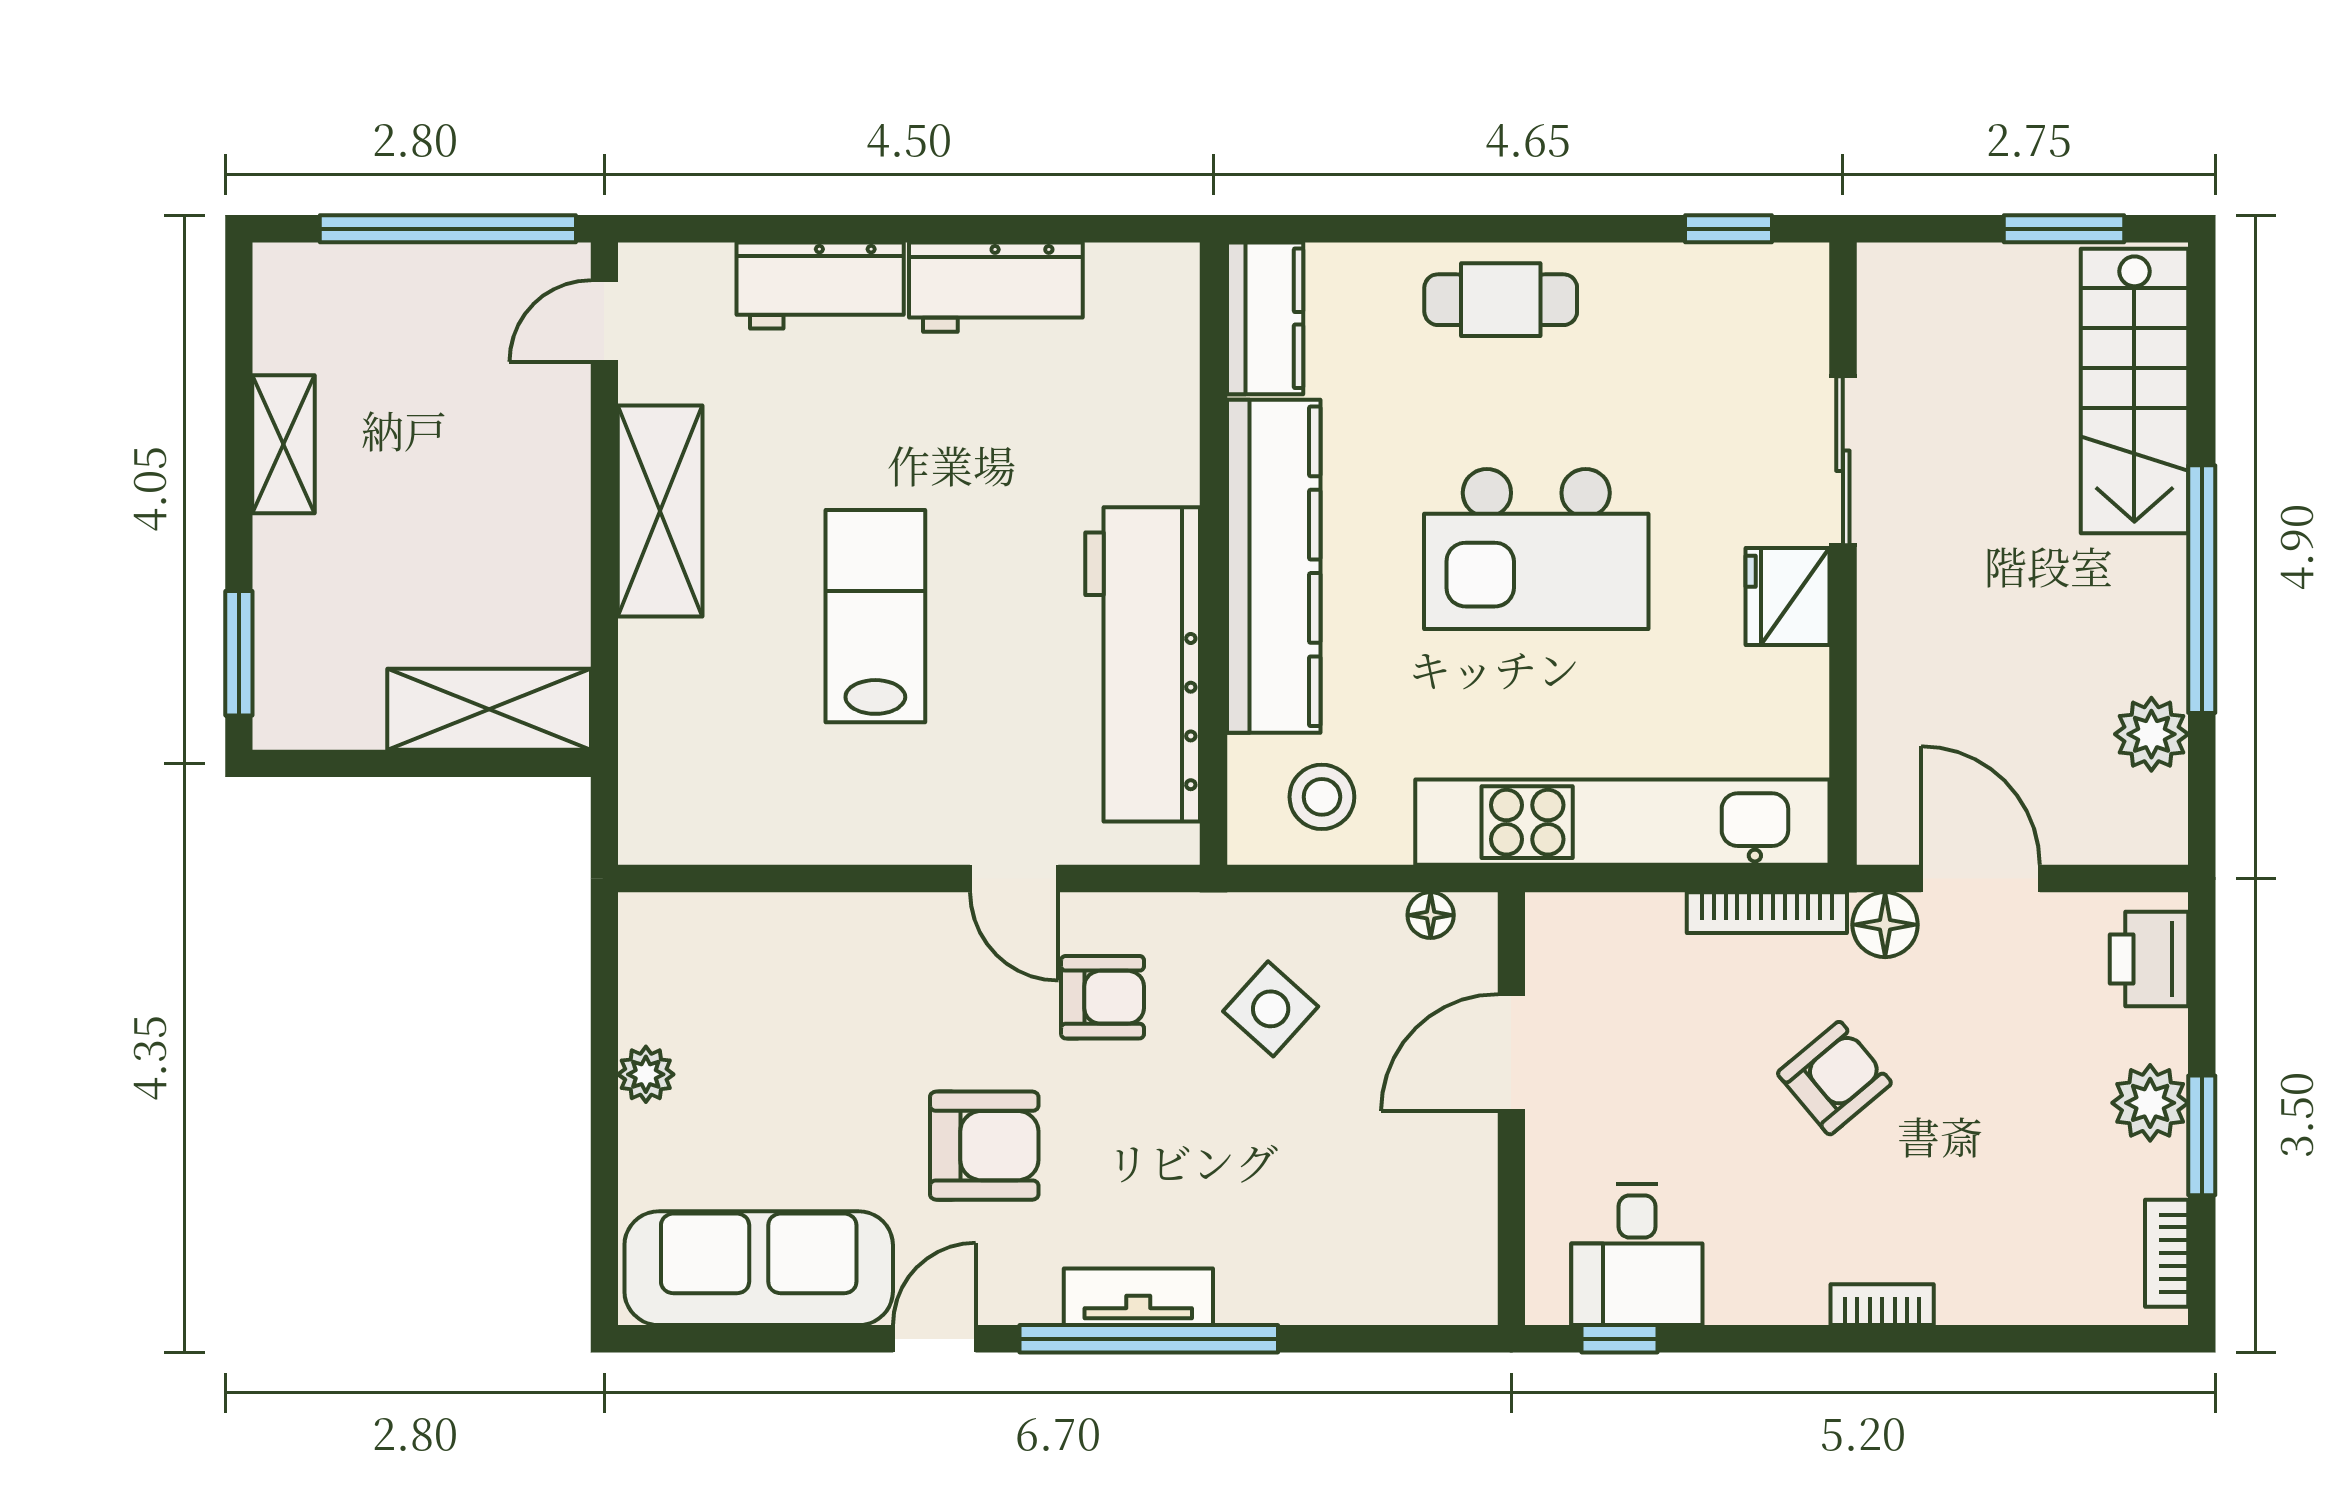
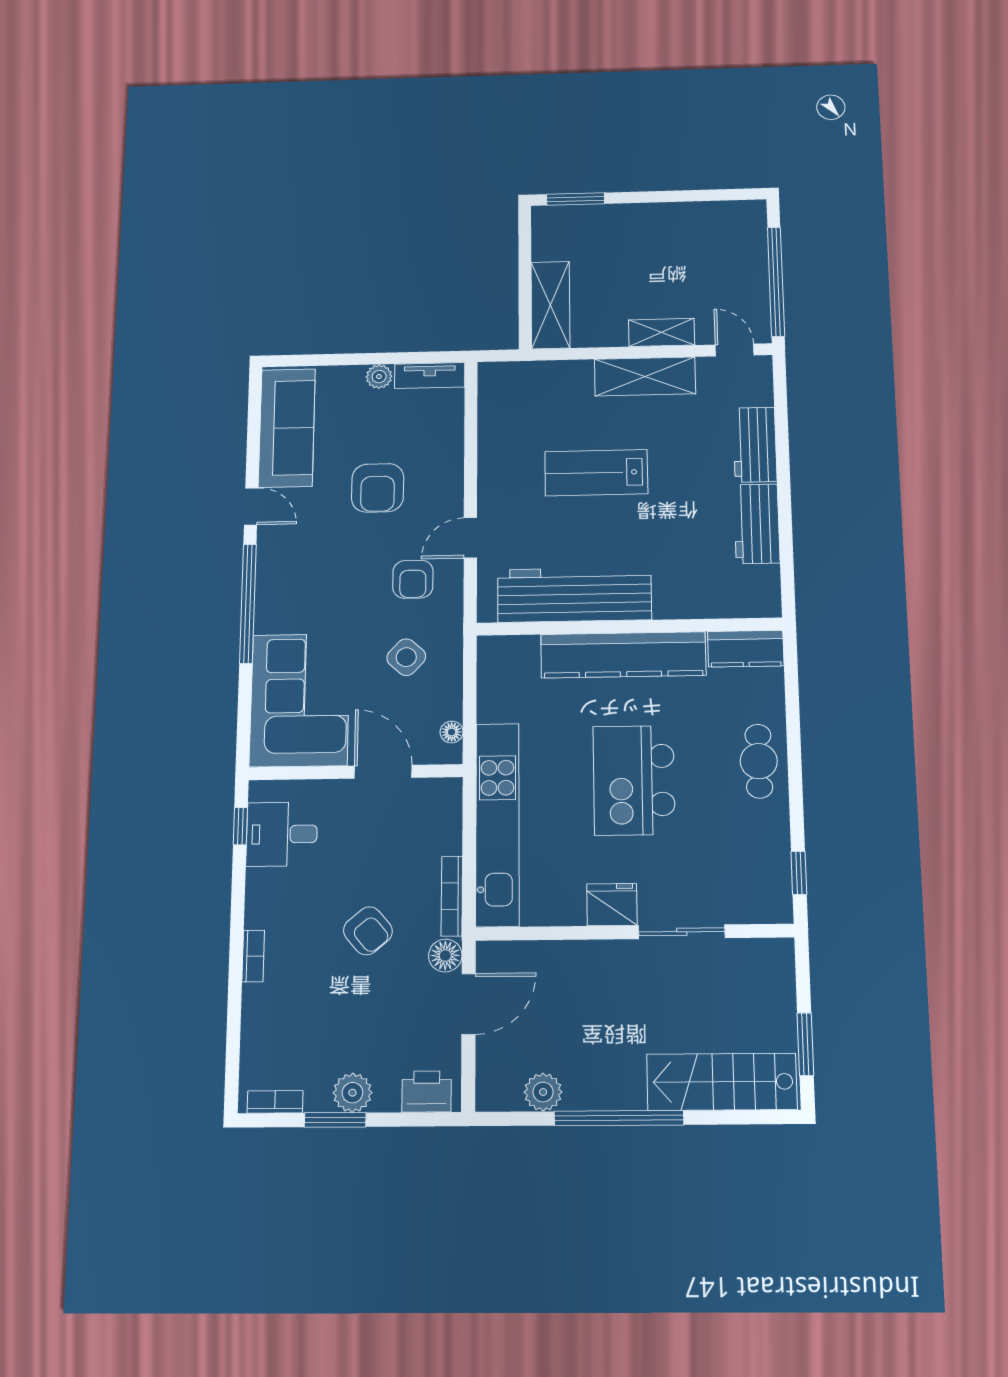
shelving: (283, 444) -> (661, 332), moved
lab bench: (875, 616) -> (596, 473), turned 180
stool: (1322, 797) -> (510, 679), removed
armchair: (984, 1146) -> (378, 488), moved
corner sofa: (1358, 1225) -> (300, 700), added
tv unit: (1138, 1297) -> (430, 376), moved, turned 90

